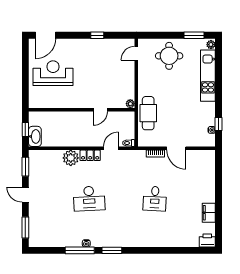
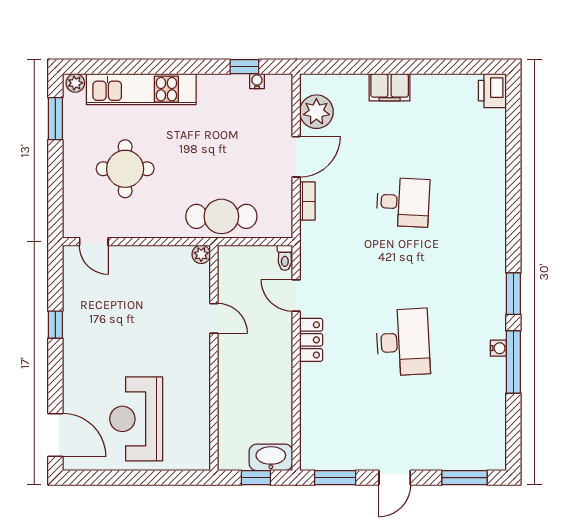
round table: (169, 56) -> (125, 169), moved
plant: (71, 158) -> (316, 112), moved
filing cabinet: (209, 213) -> (390, 87), moved

